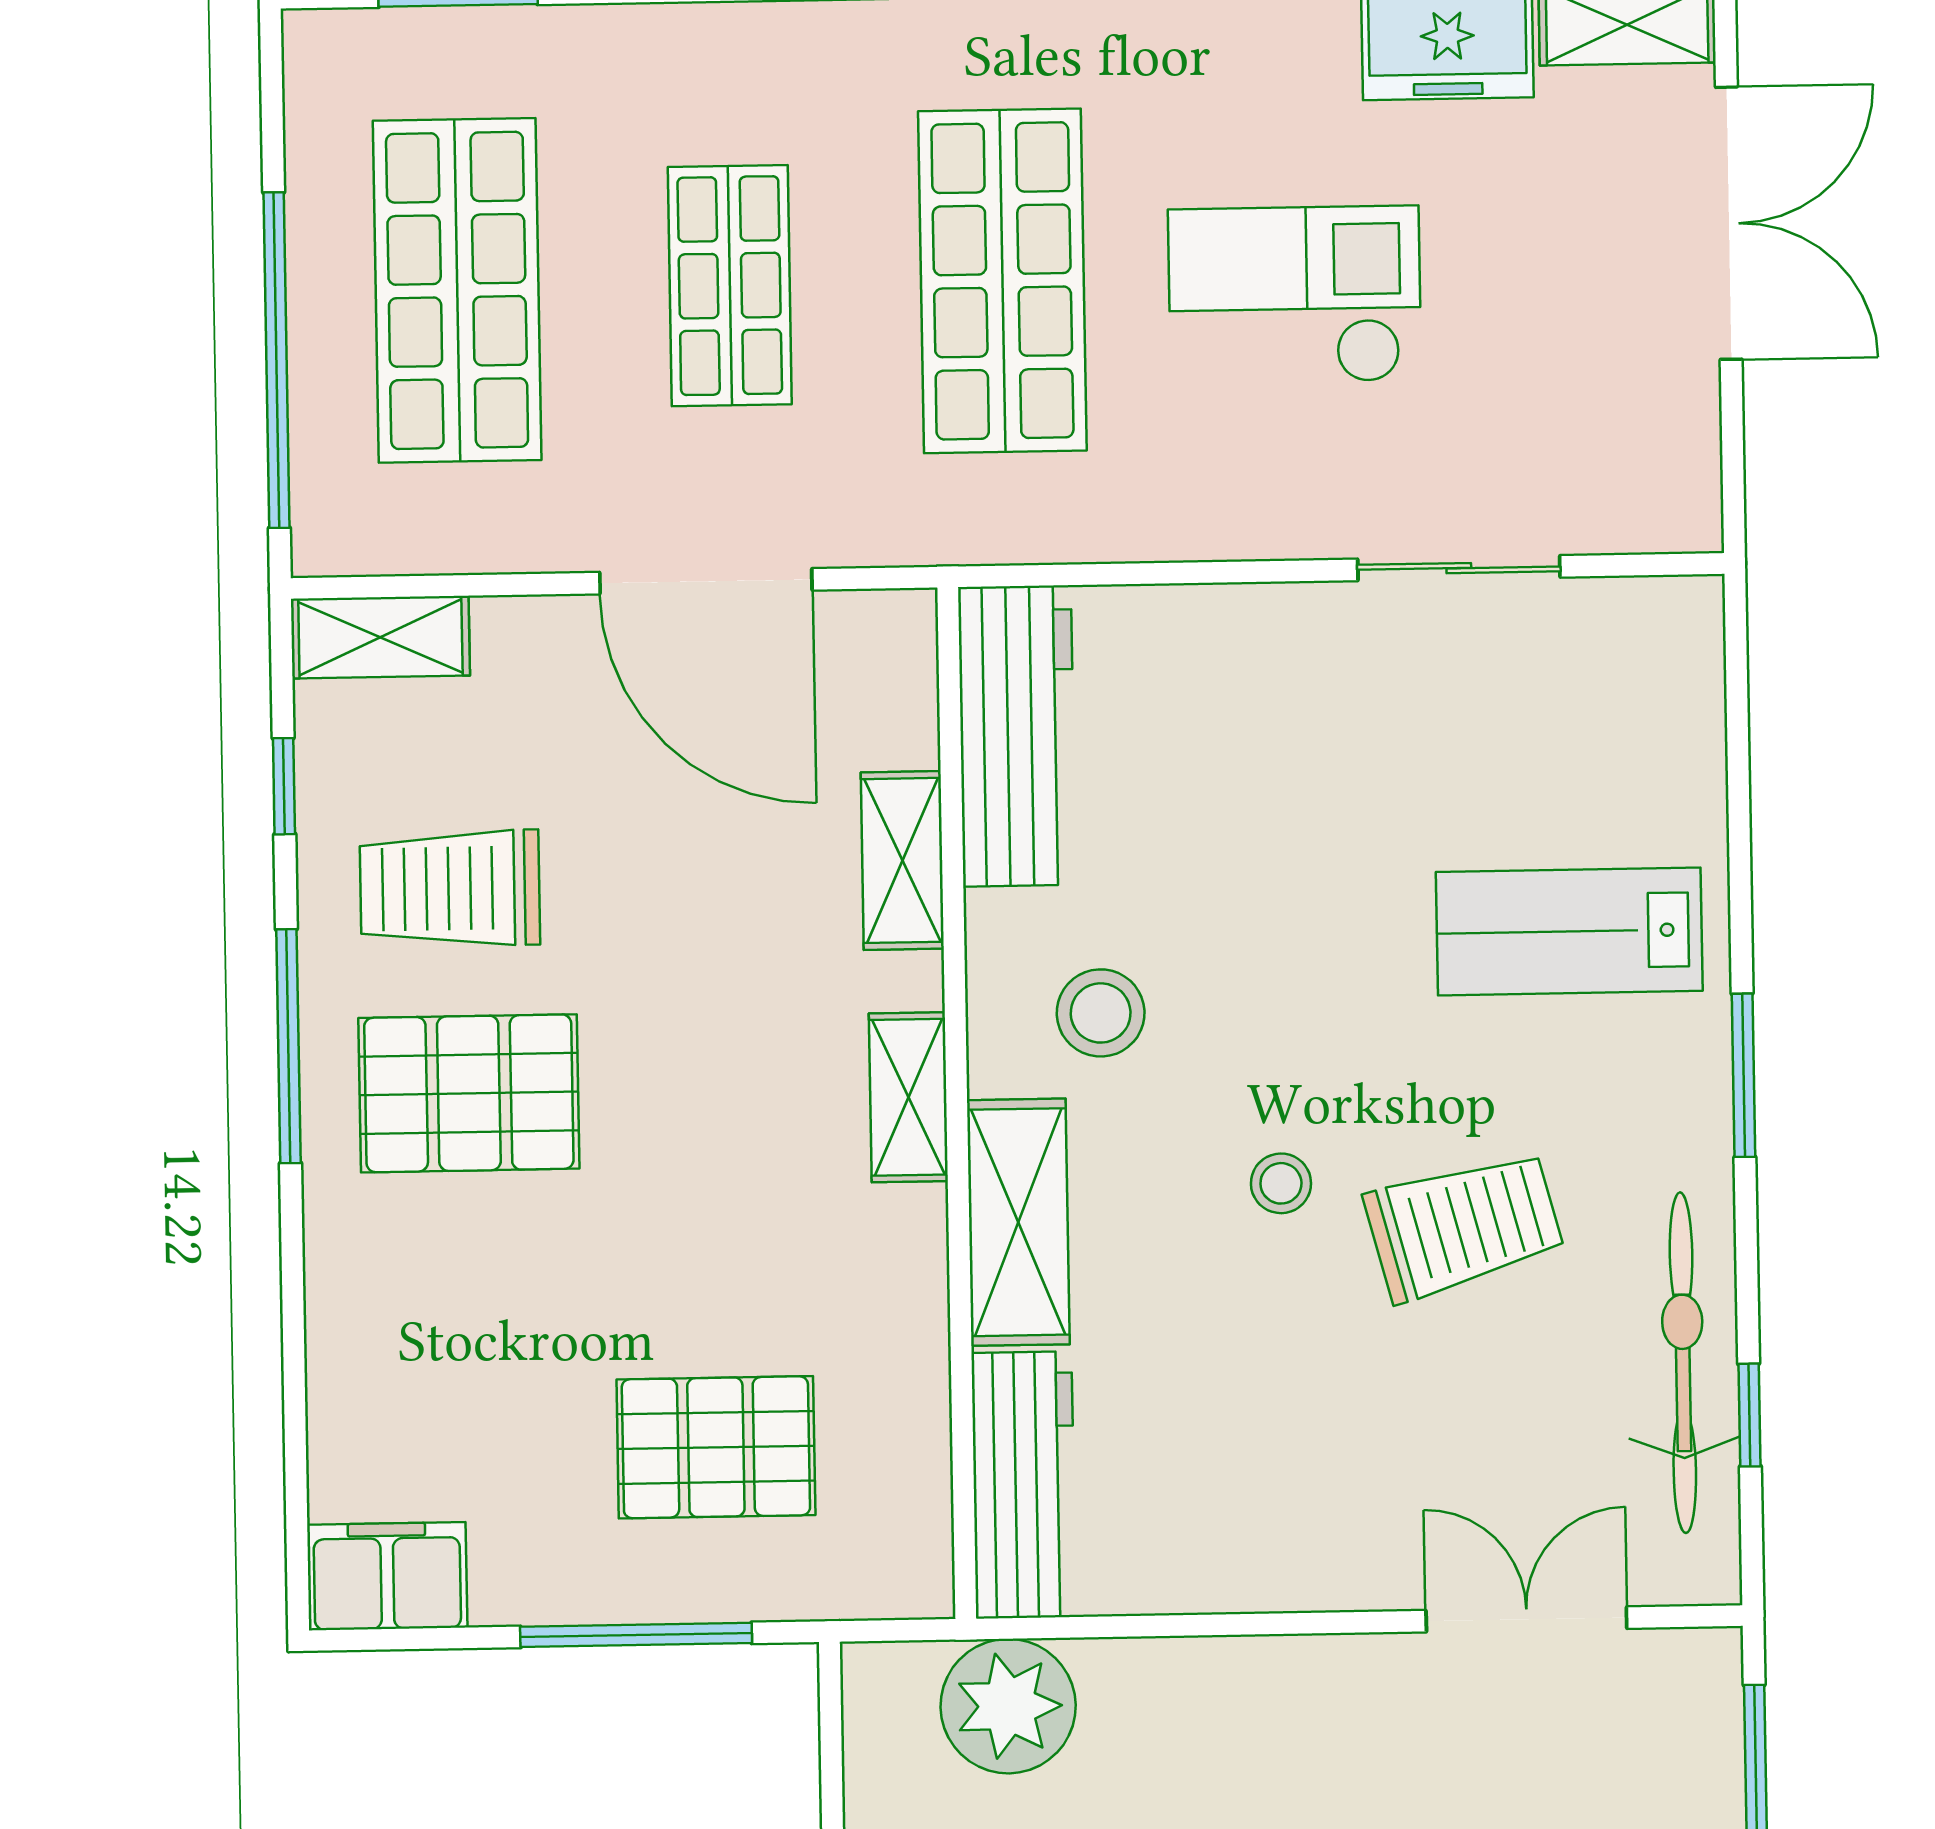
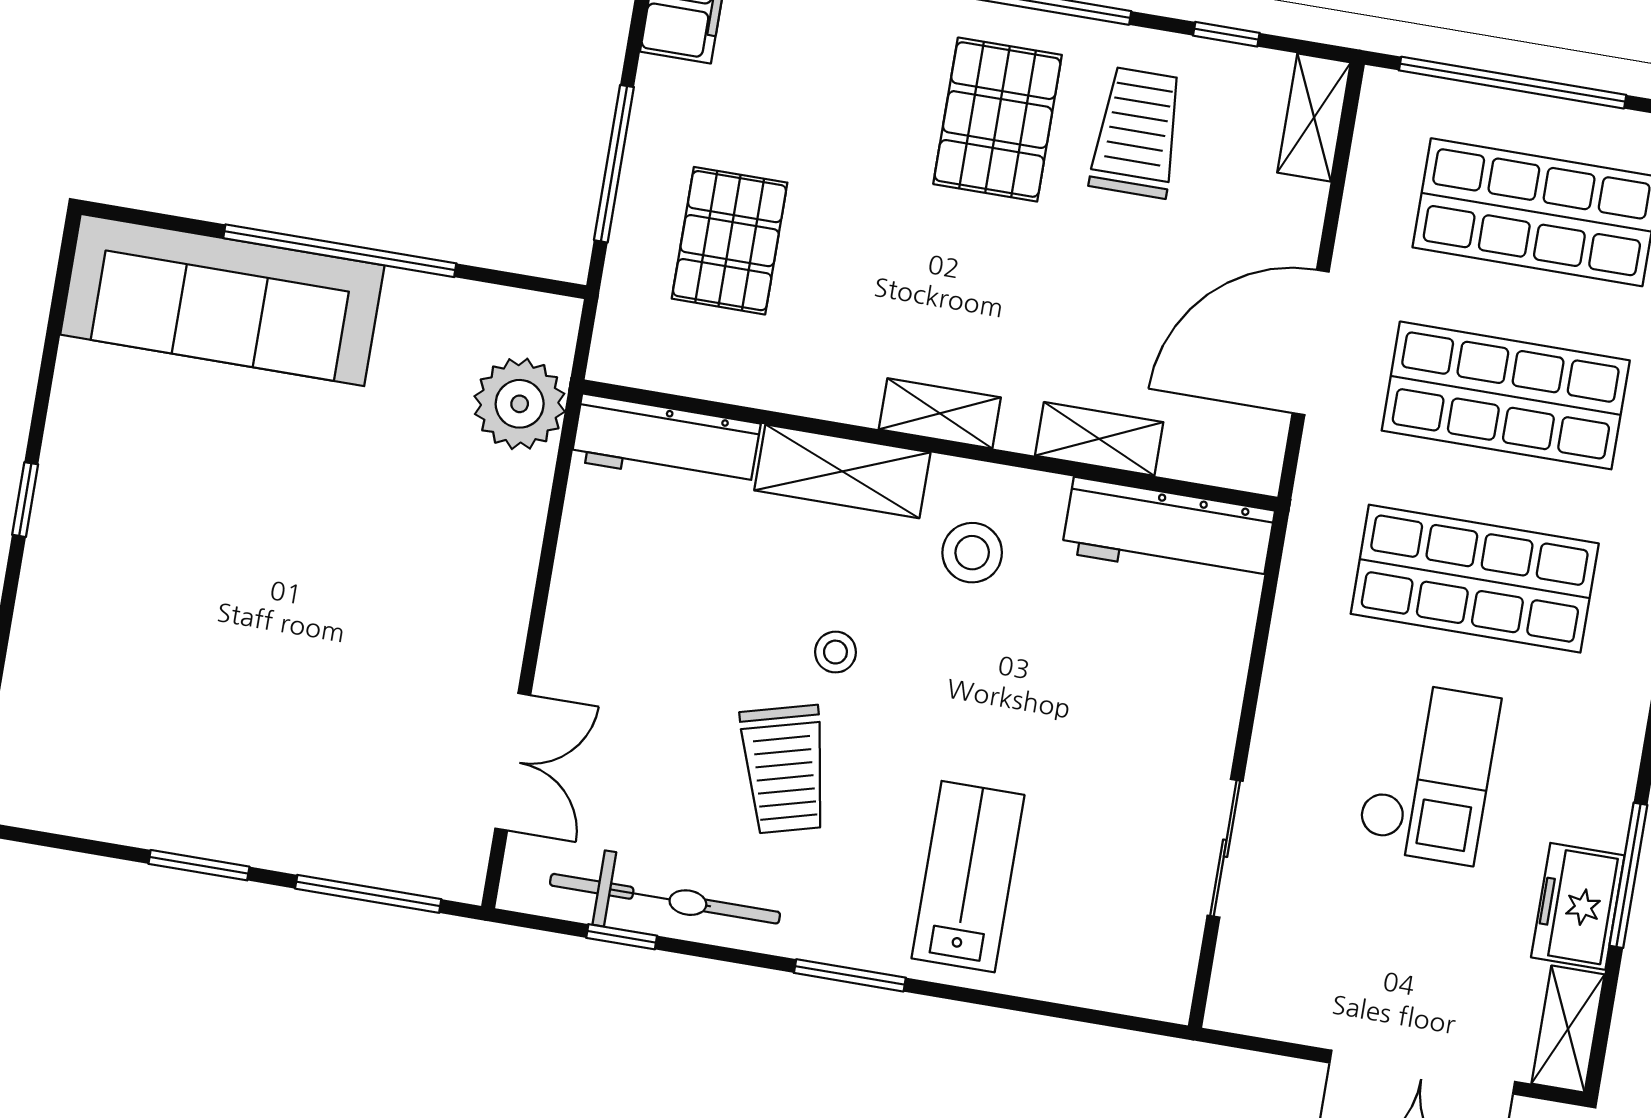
shop shelf: (730, 286) -> (1506, 395), width x1.43, depth x1.36

